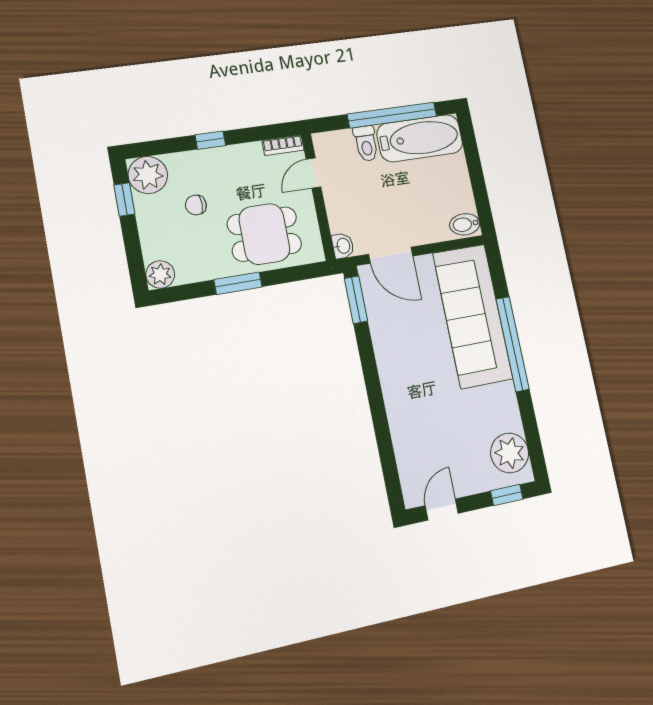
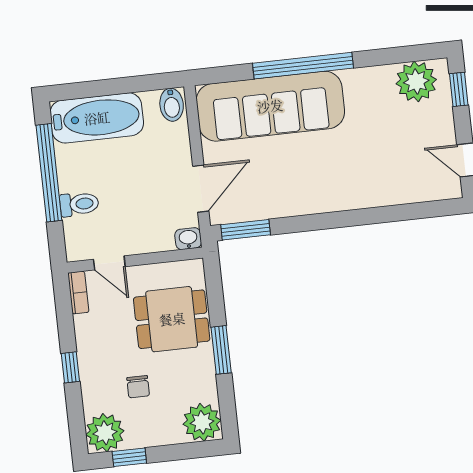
bathtub: (420, 138) -> (97, 118), moved, turned 90
dining table: (264, 234) -> (172, 319), turned 90
plant: (160, 274) -> (202, 422), width x1.36, depth x1.36

